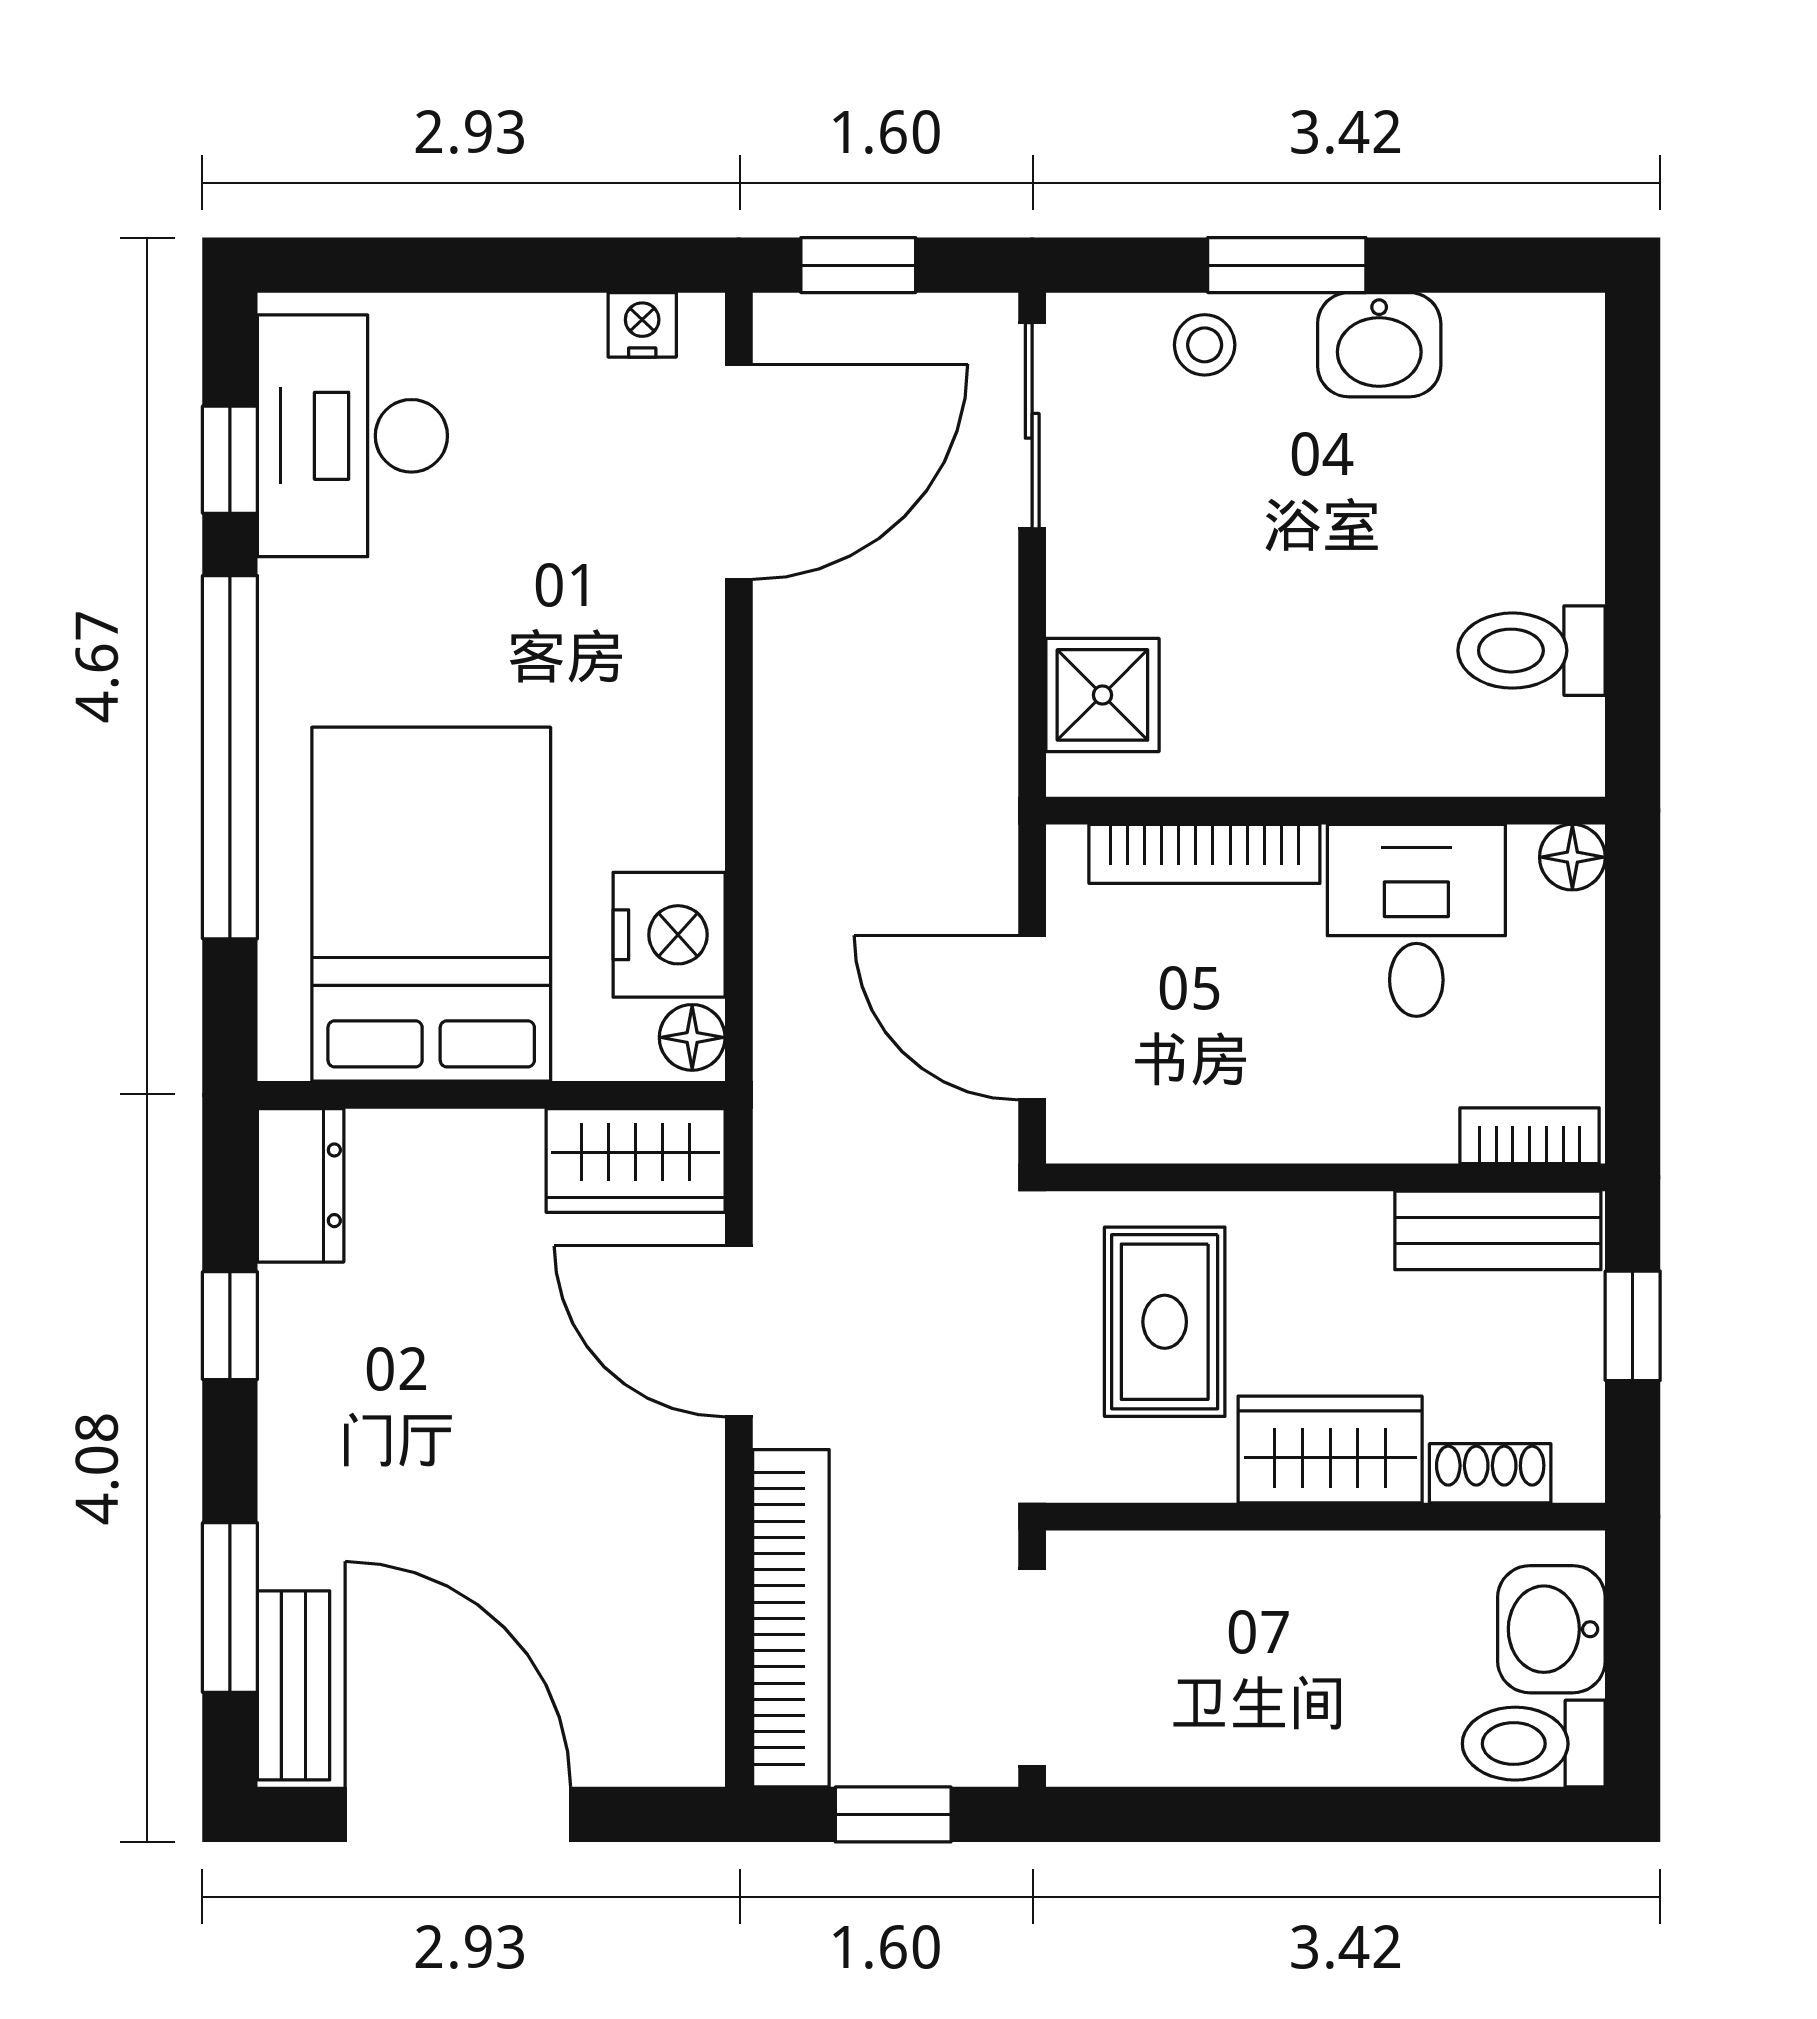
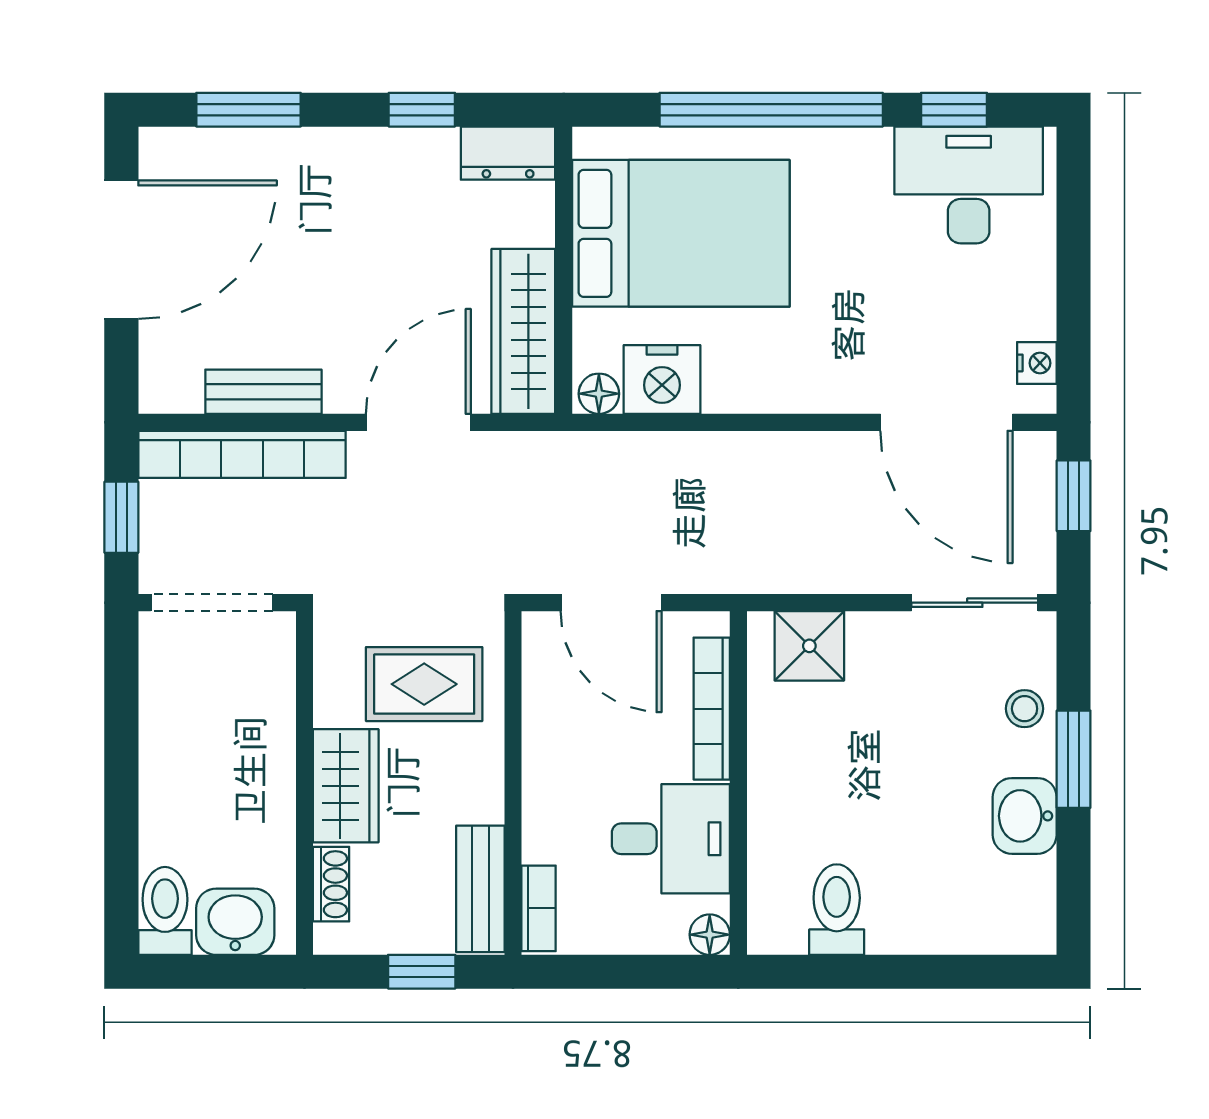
door: (1032, 1018) -> (611, 603), swing flipped
wardrobe: (636, 1160) -> (523, 331), width x1.50
bench: (294, 1685) -> (263, 392), moved

